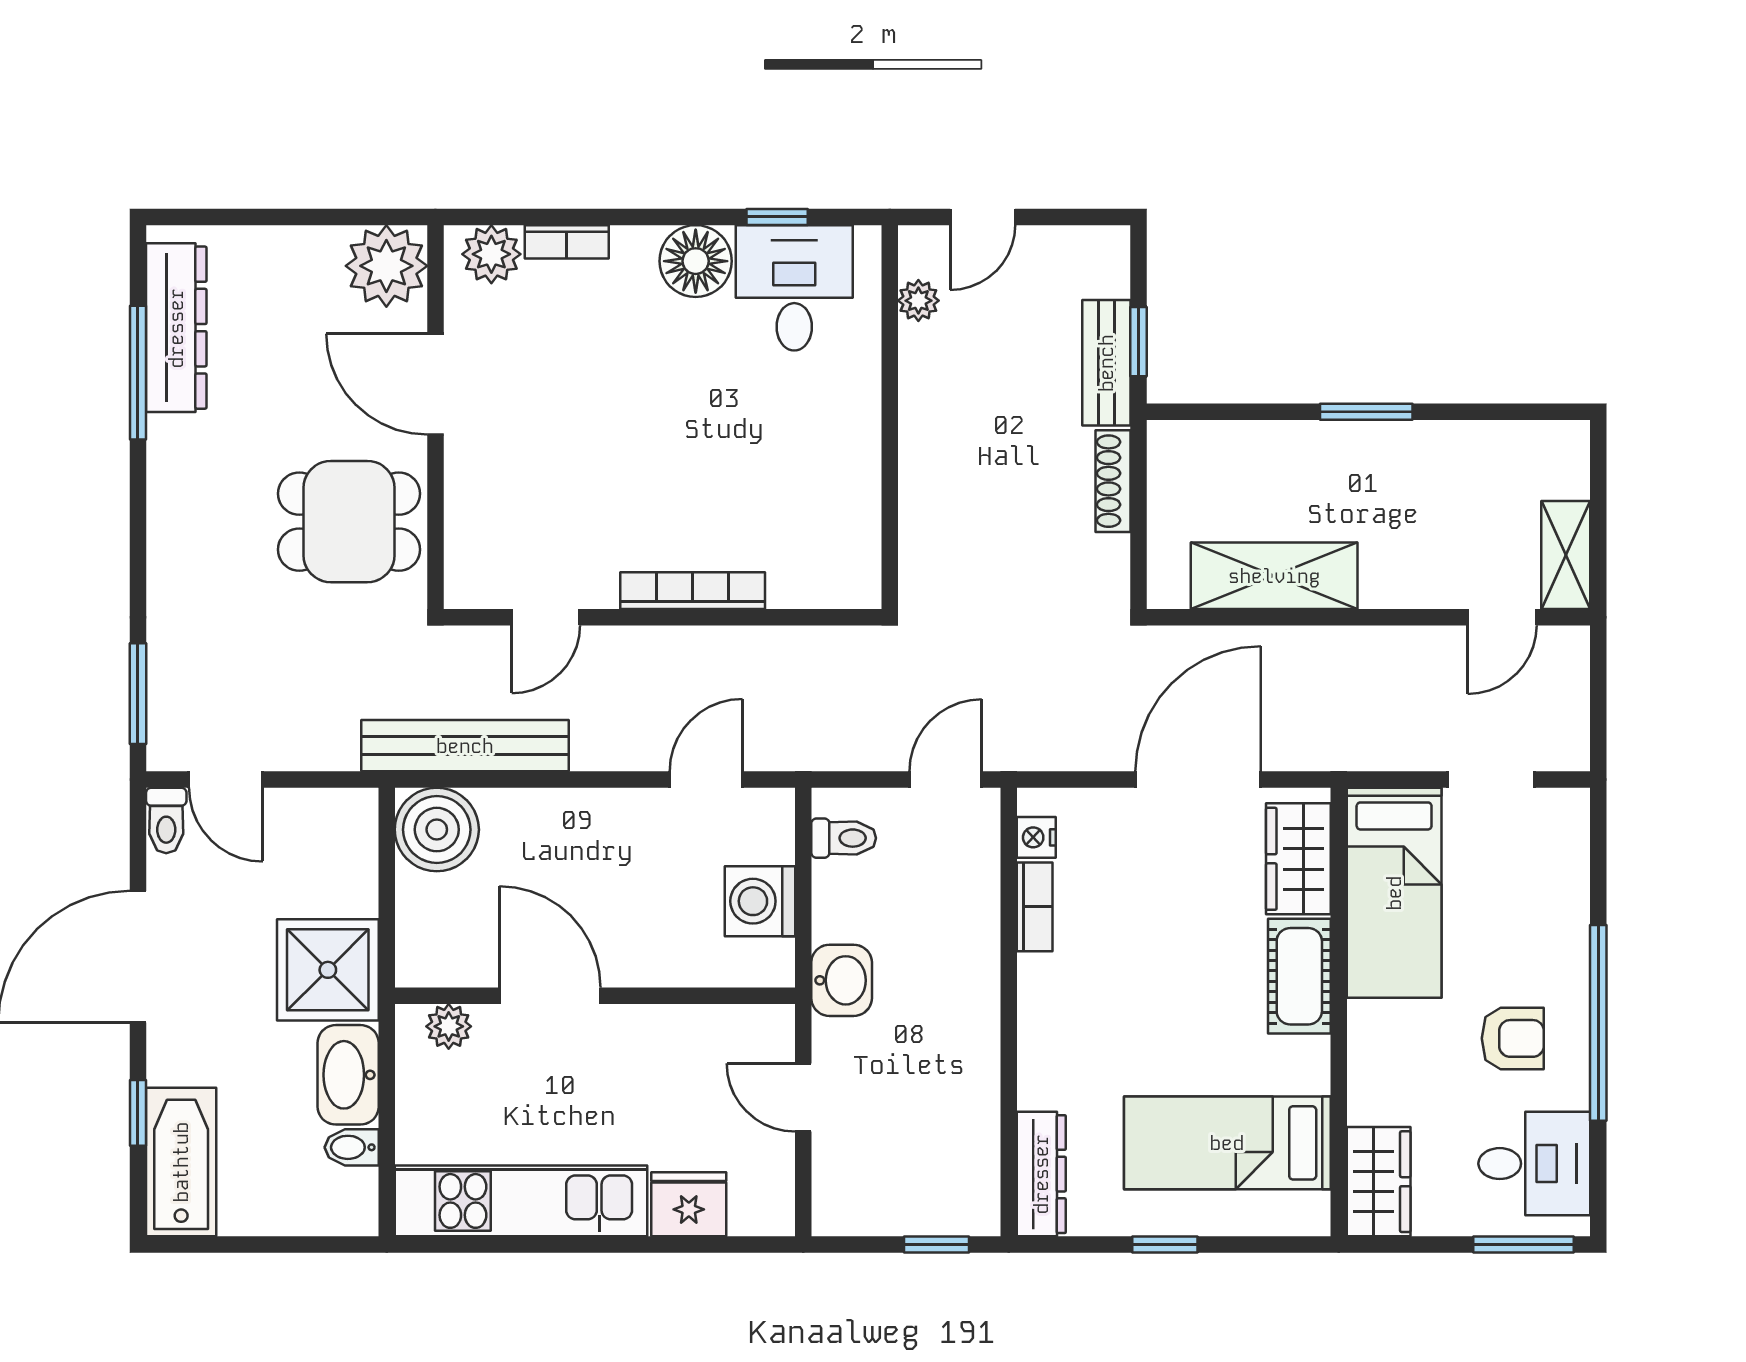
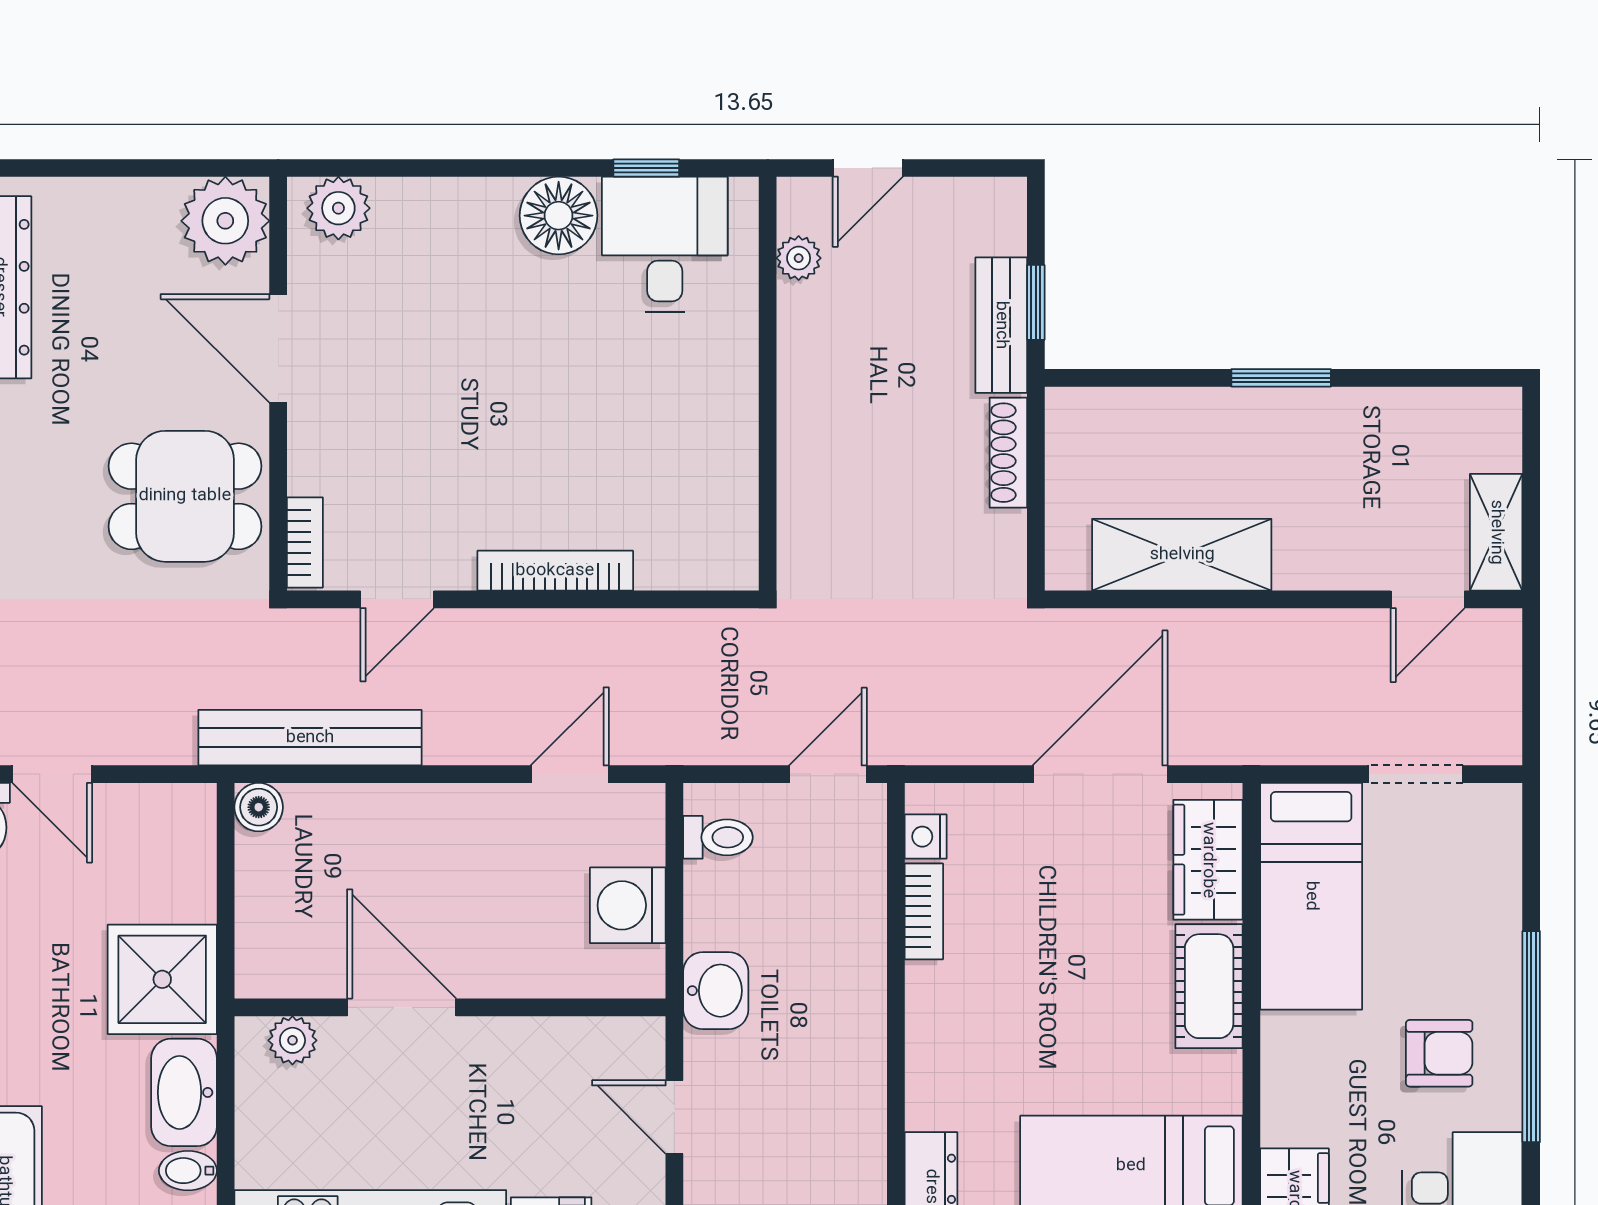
bookcase: (567, 242) -> (305, 542), moved, turned -90
boiler: (437, 830) -> (259, 807), width x0.54, depth x0.54

